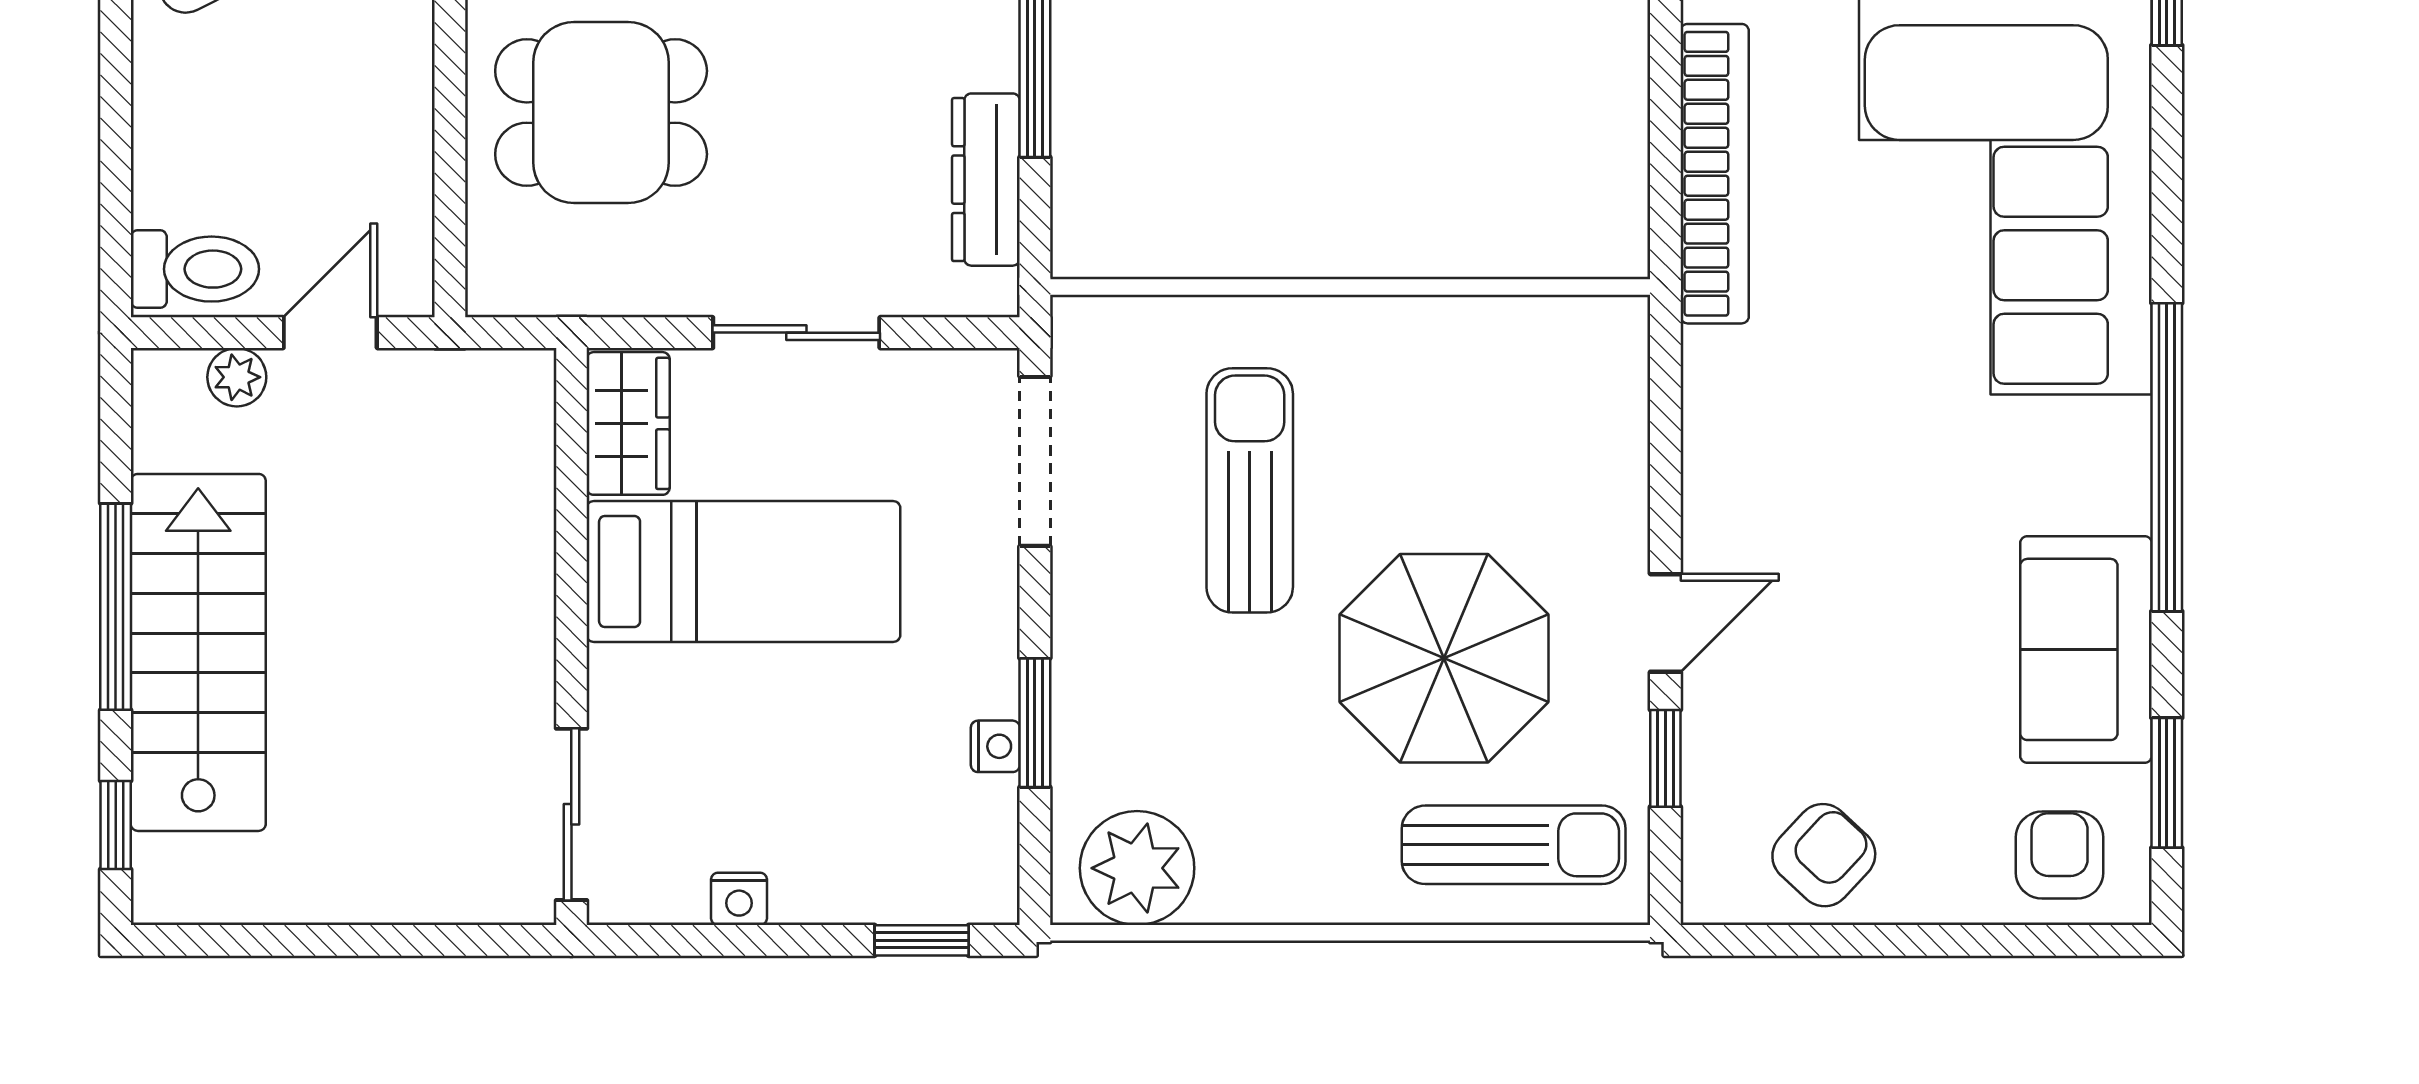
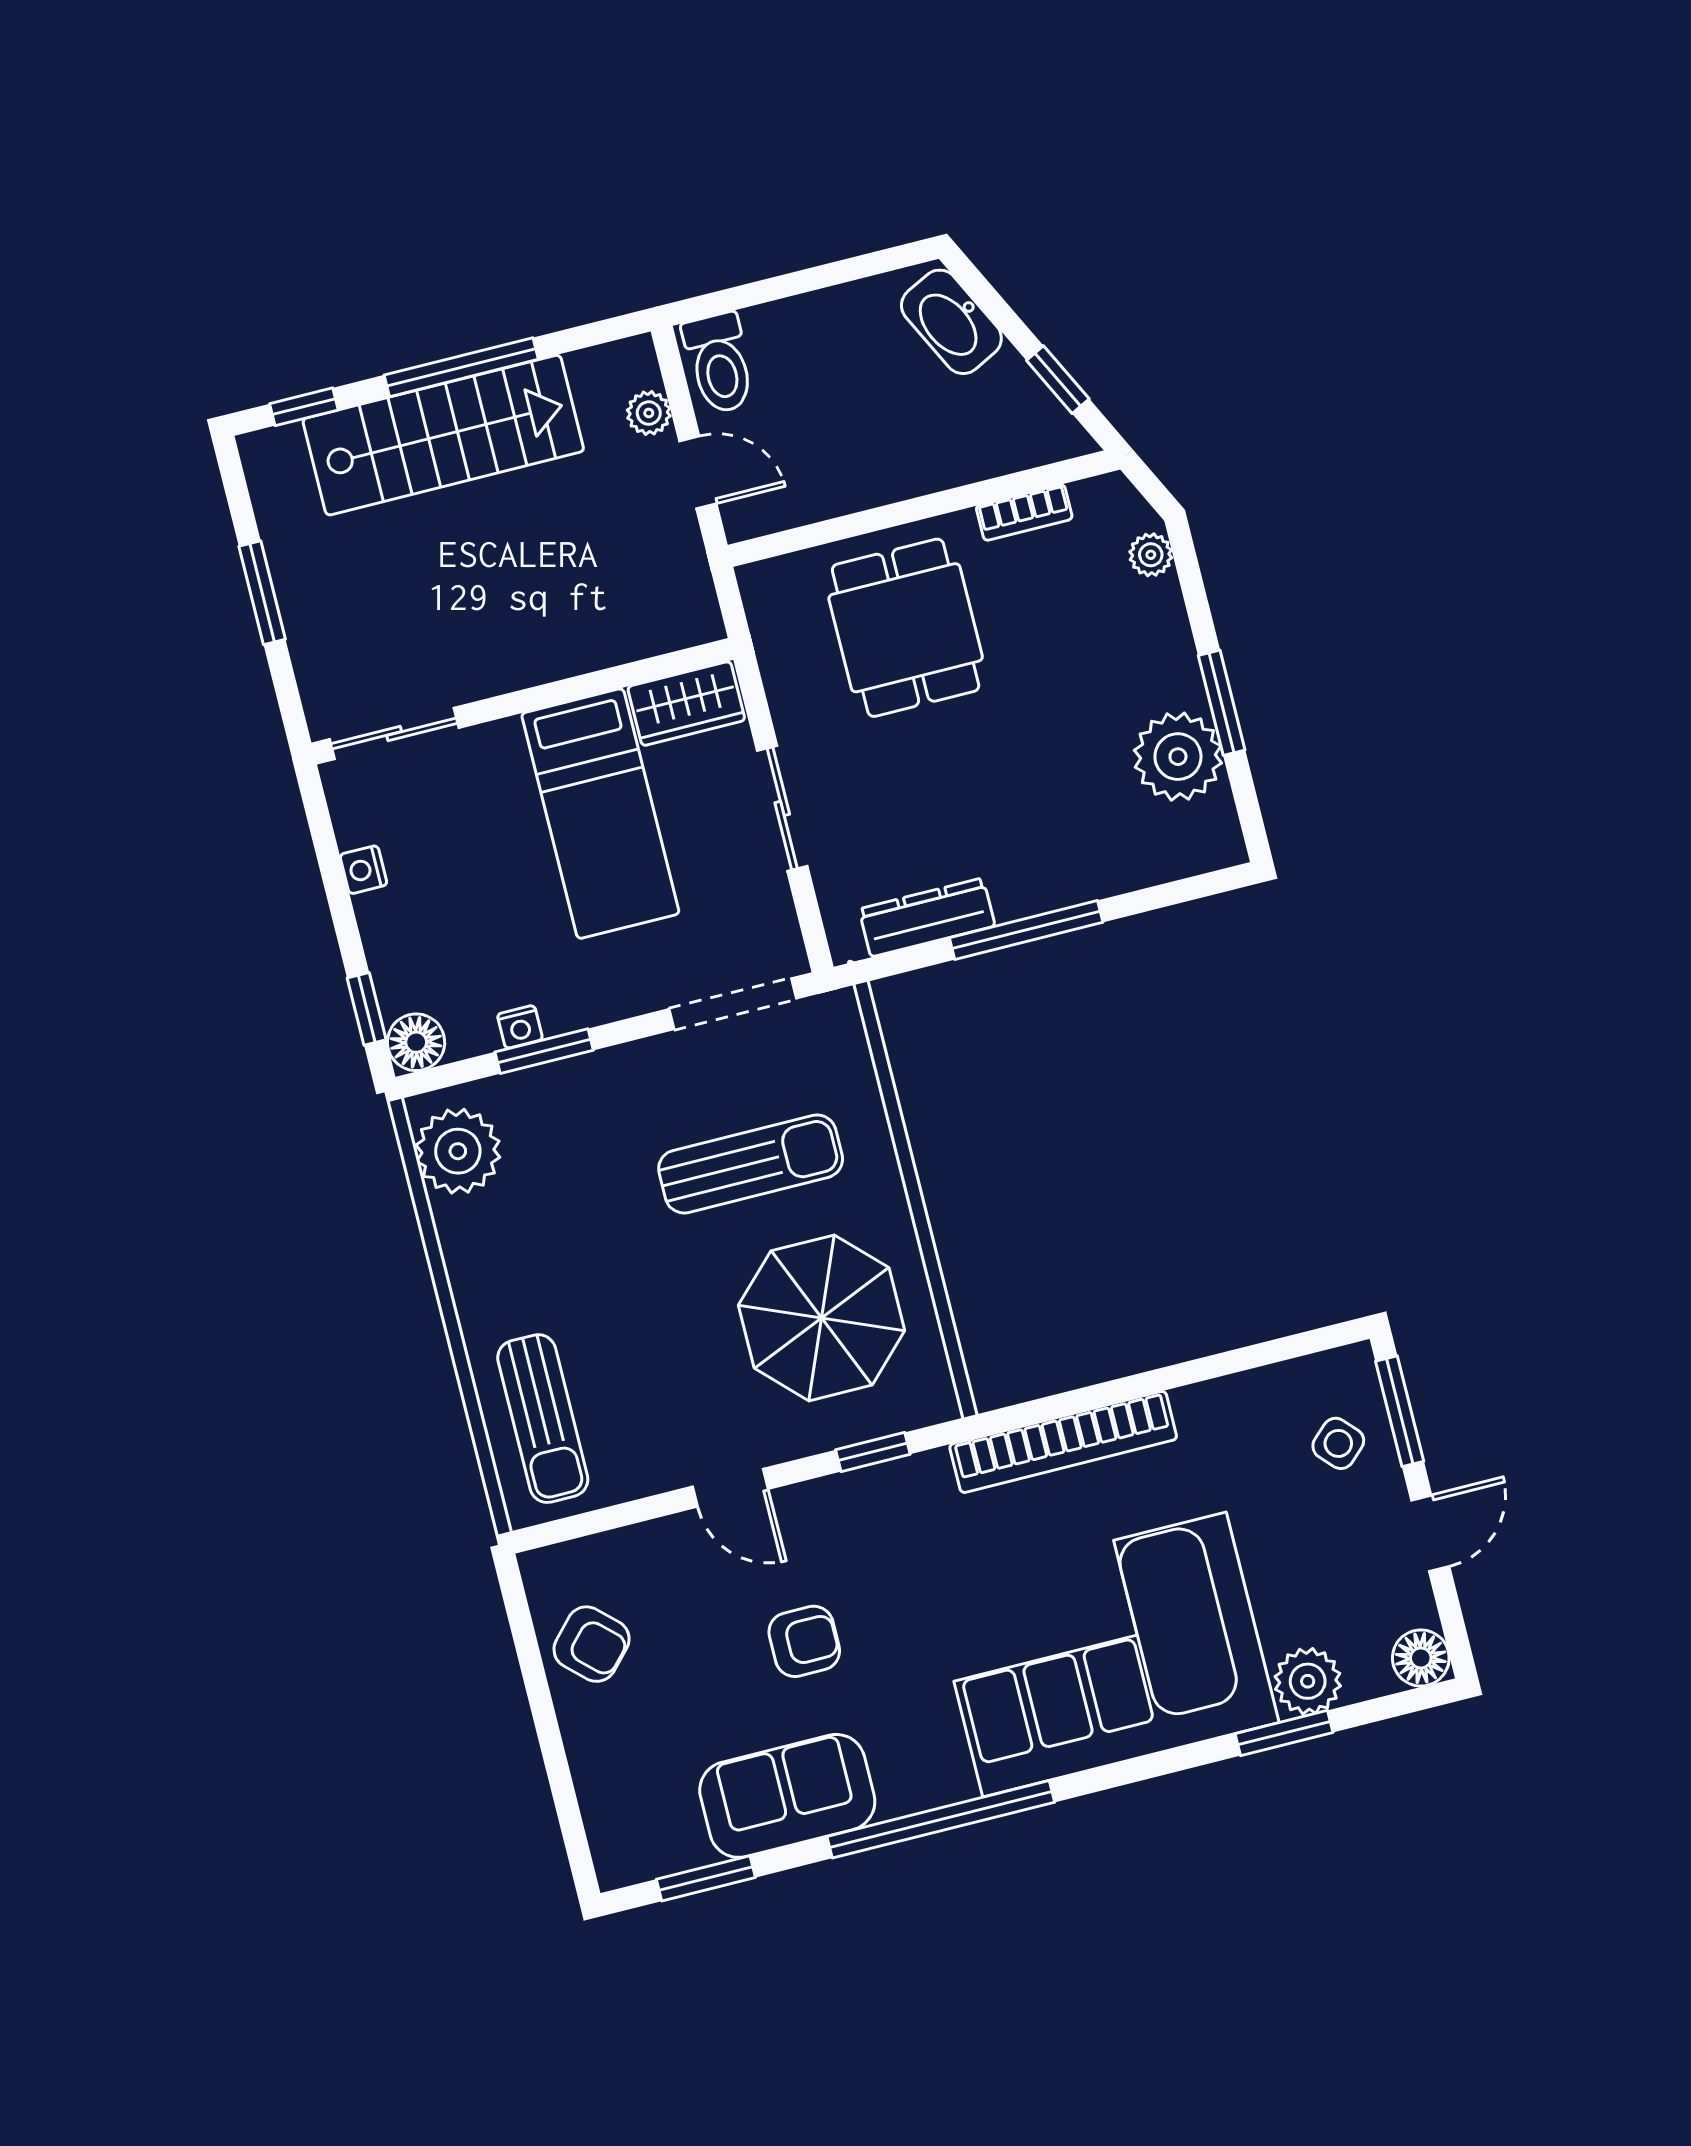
parasol: (1444, 658) -> (822, 1318), moved
window: (1665, 758) -> (873, 1452), moved
armchair: (2060, 855) -> (804, 1641), moved
floor lamp: (981, 887) -> (416, 1042), added
window: (345, 940) -> (262, 593), added

